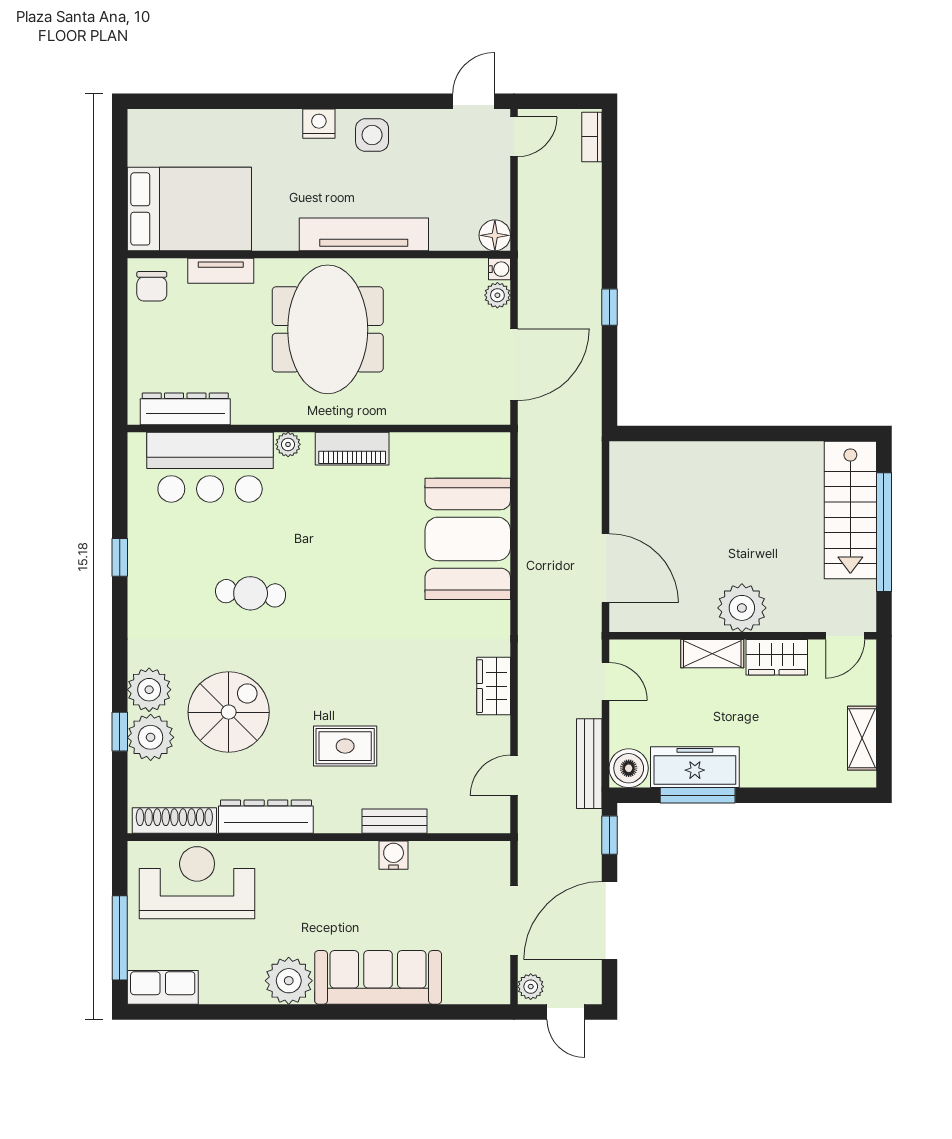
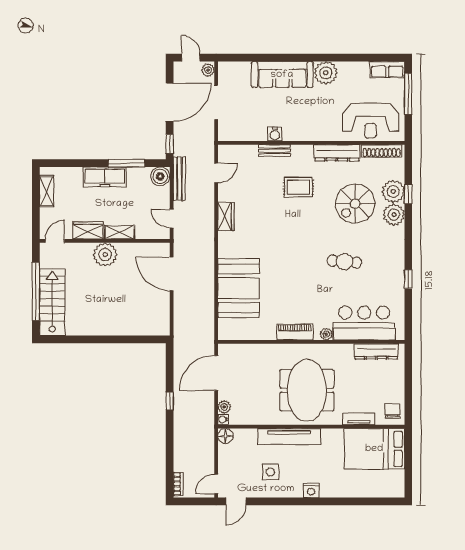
side table: (372, 135) -> (270, 472), moved
freezer: (695, 767) -> (105, 177), moved

